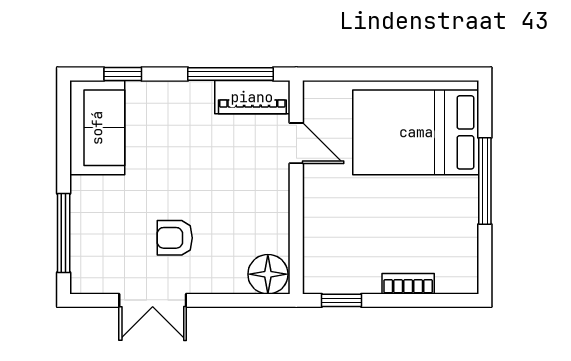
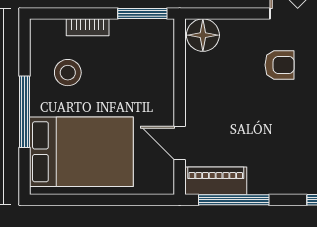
stool: (432, 229) -> (68, 73), added
window: (342, 300) -> (142, 14), width x1.50

